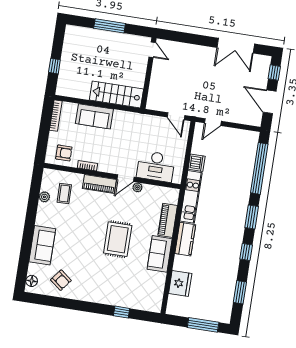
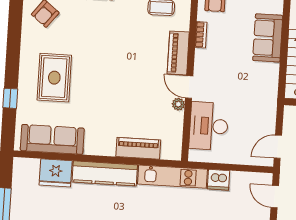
rug: (118, 239) -> (54, 78), moved, turned 90
kitchen counter: (185, 239) -> (105, 173), width x1.50
sofa: (160, 254) -> (52, 139), moved, width x1.36

